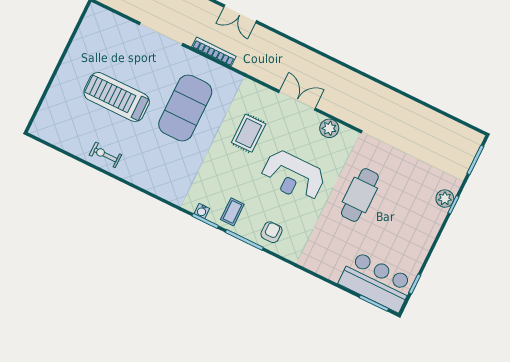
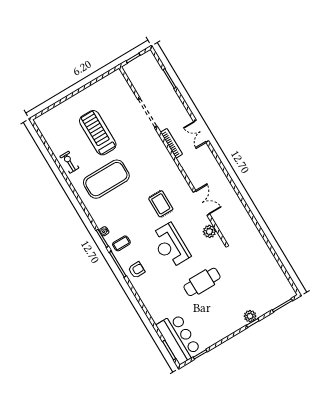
exercise mat: (185, 108) -> (106, 179), moved
rug: (249, 133) -> (161, 204), turned 90

